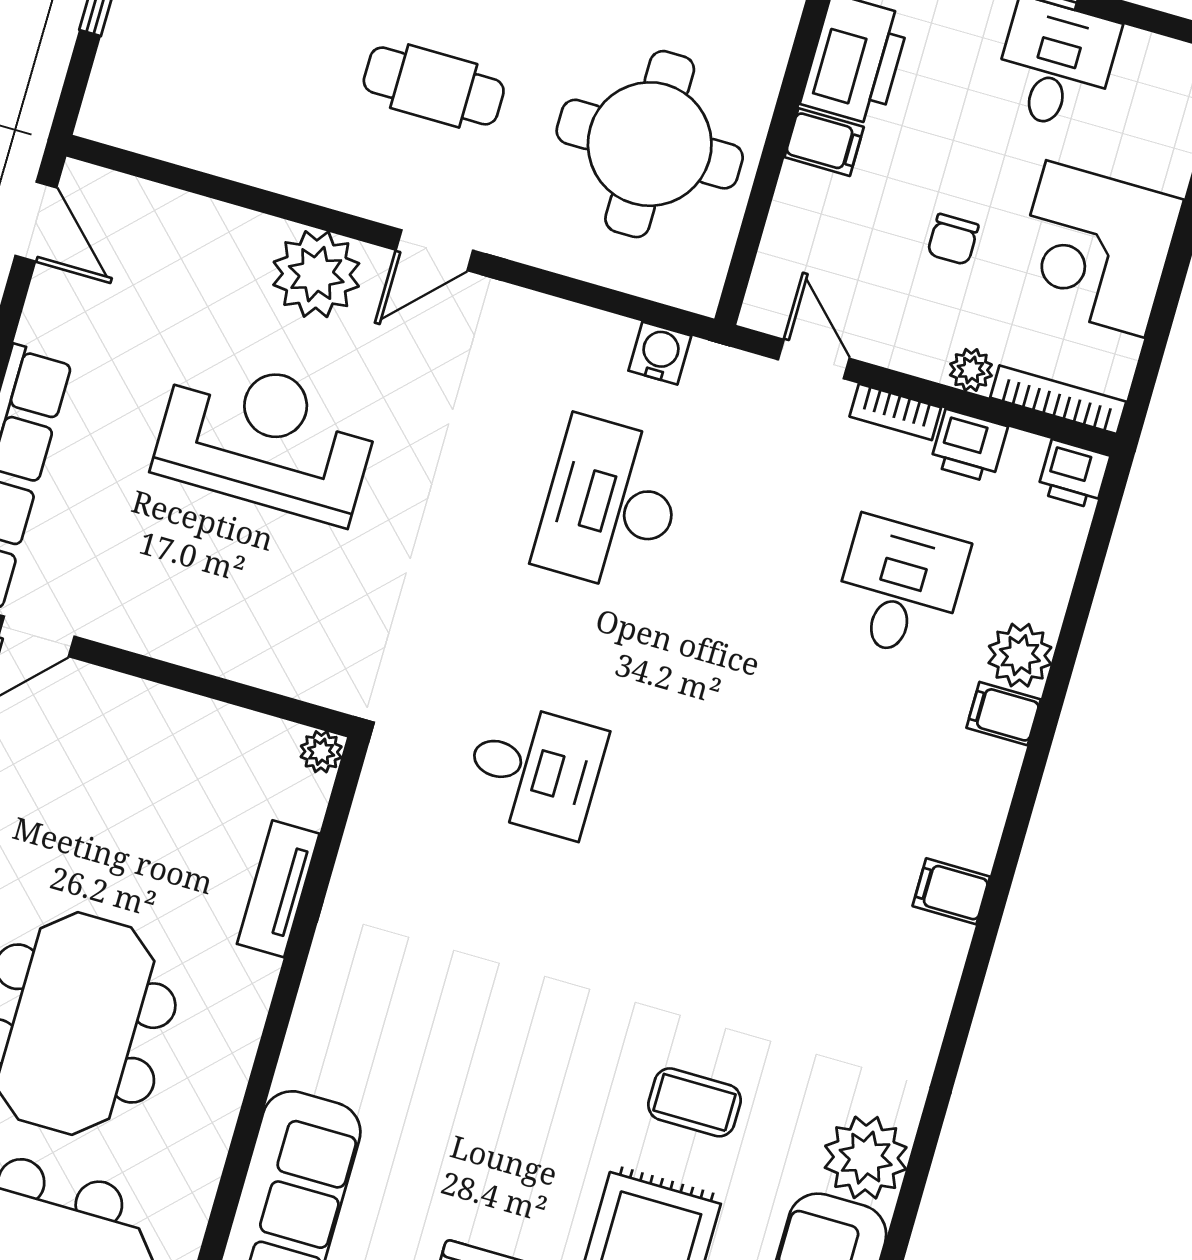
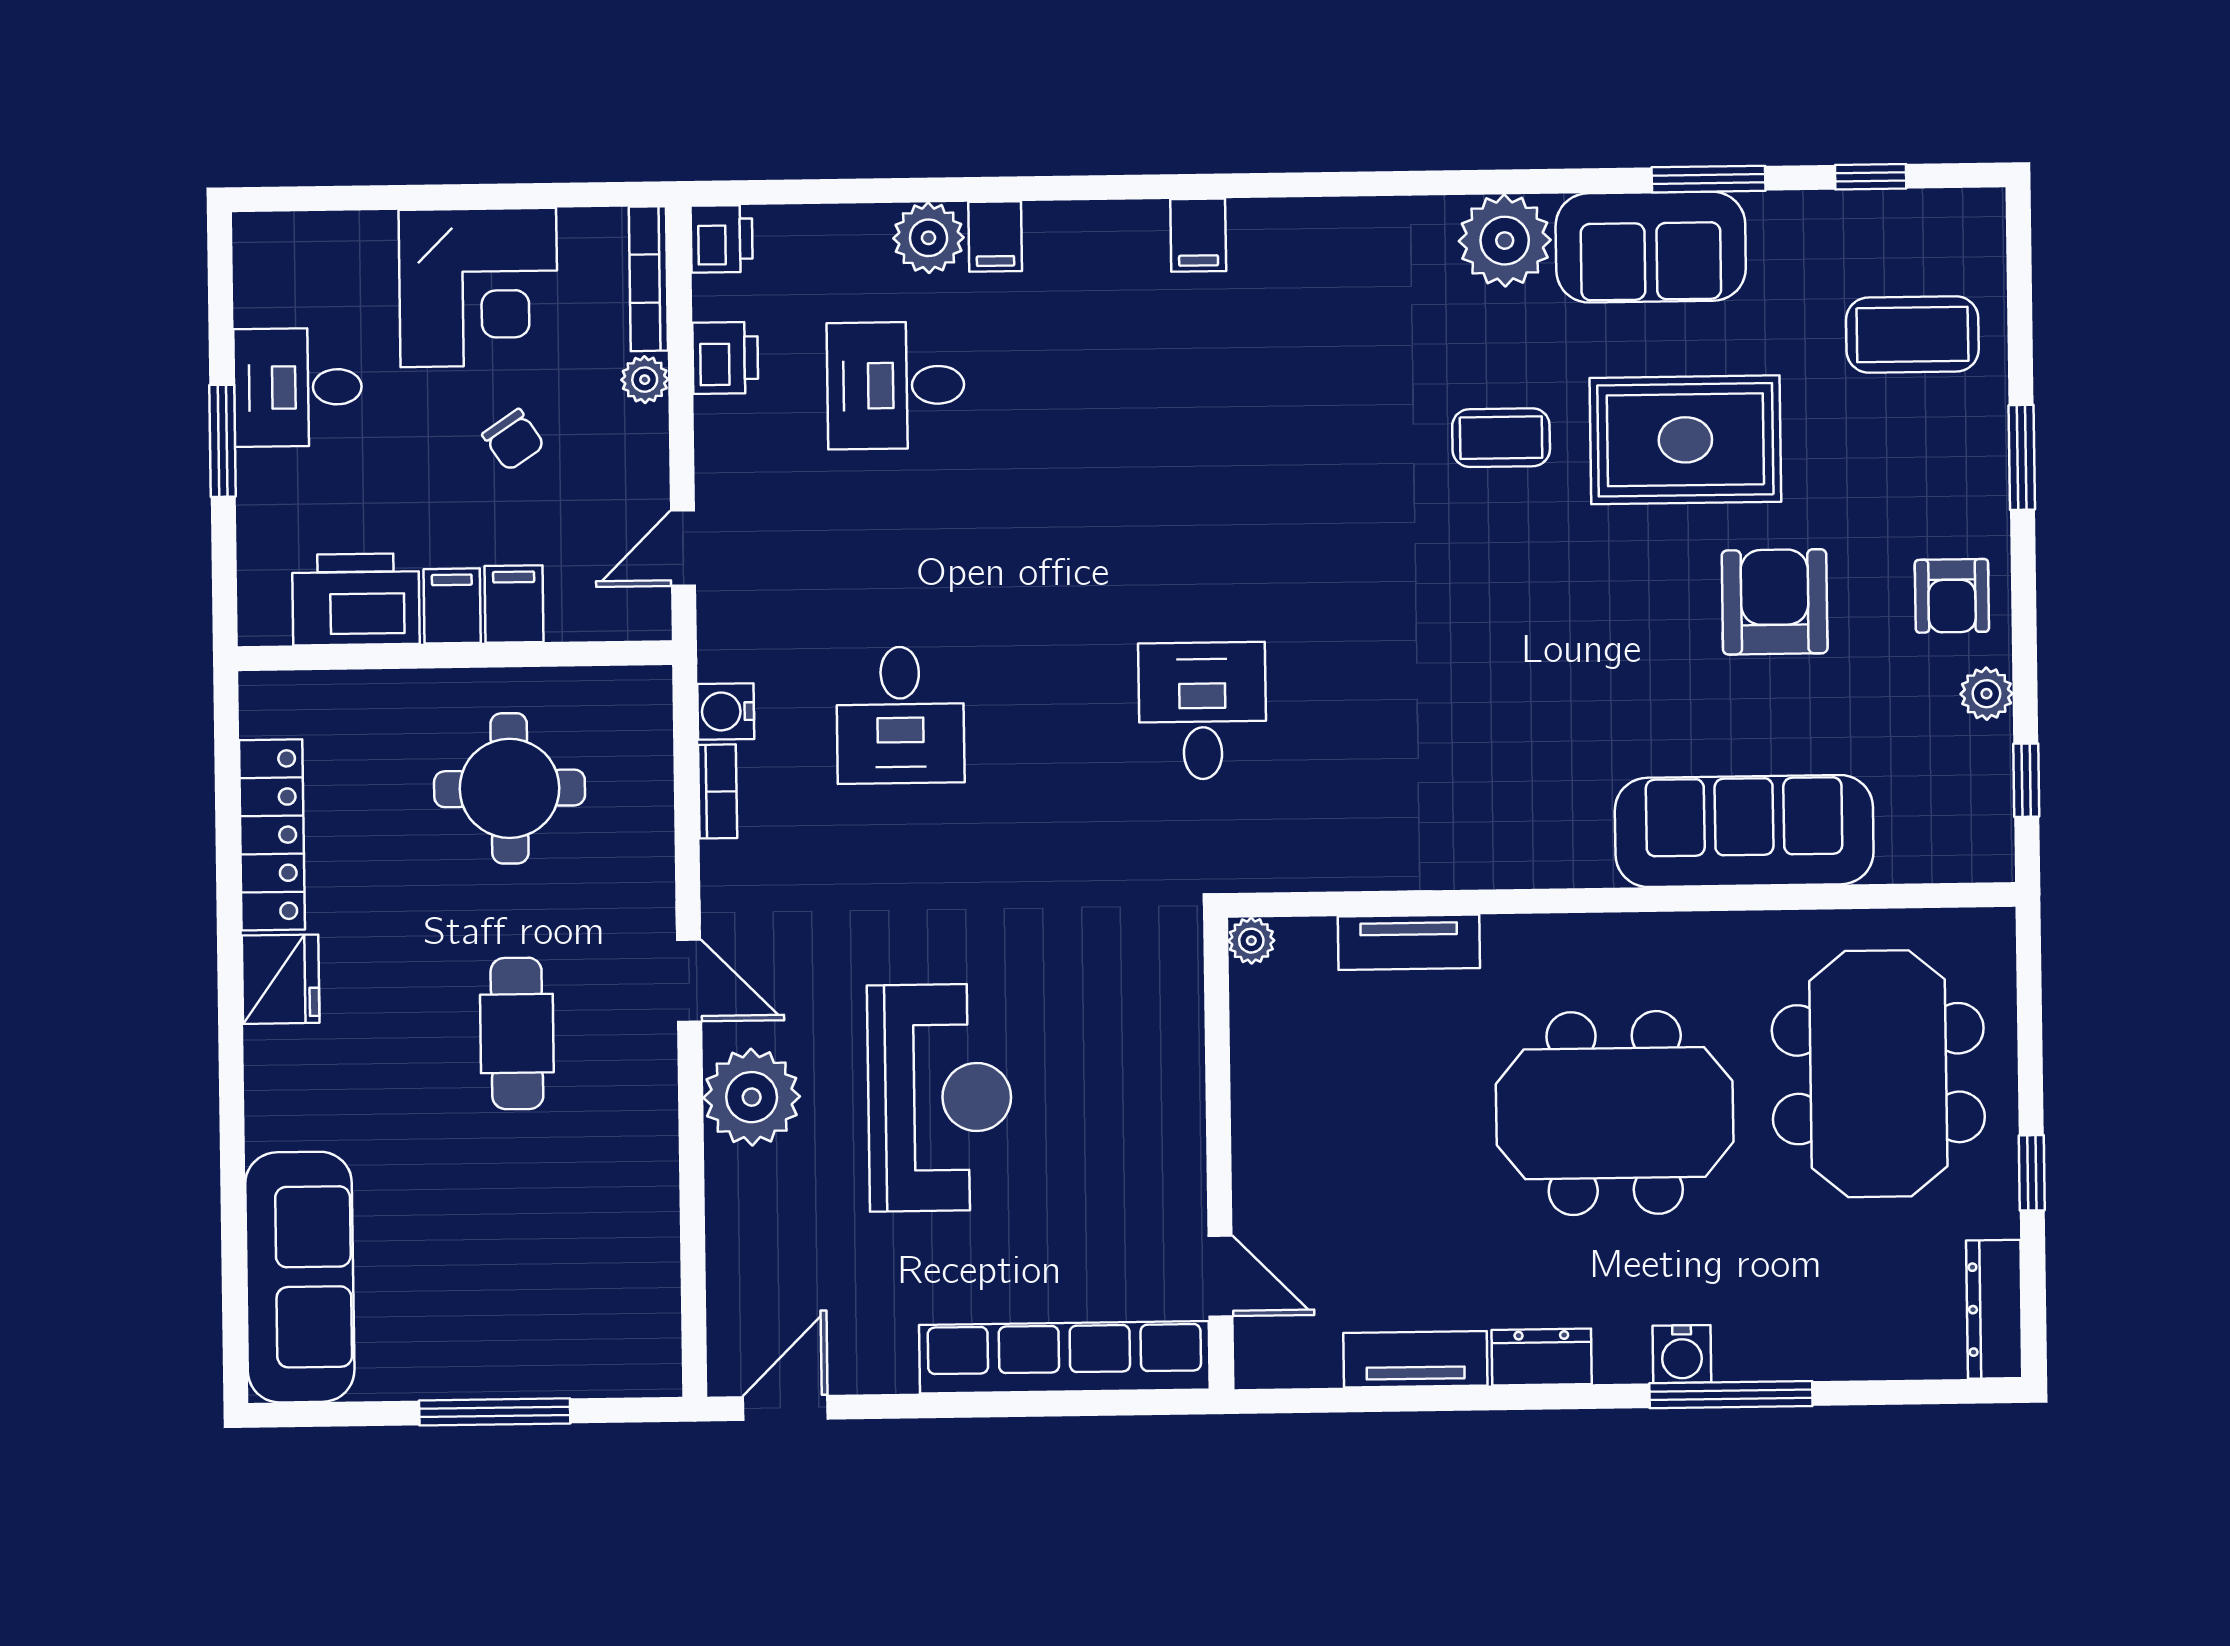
round table: (650, 144) -> (510, 788), width x0.73, depth x0.73
filing cabinet: (810, 197) -> (514, 604), added
chair: (953, 239) -> (513, 440), turned 56
bookcase: (895, 412) -> (718, 791), moved
reception desk: (266, 438) -> (940, 1098), turned 180
desk: (611, 505) -> (900, 715), width x0.73
coffee table: (695, 1102) -> (1501, 438), turned 90

